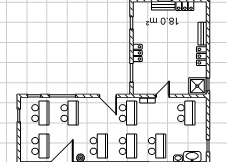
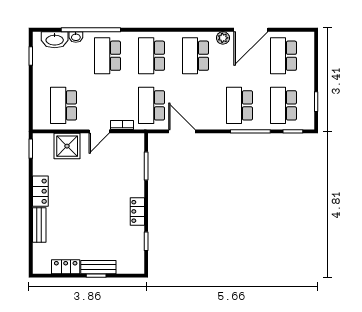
locker: (137, 53) -> (137, 211), moved
shower: (197, 86) -> (67, 146), moved

